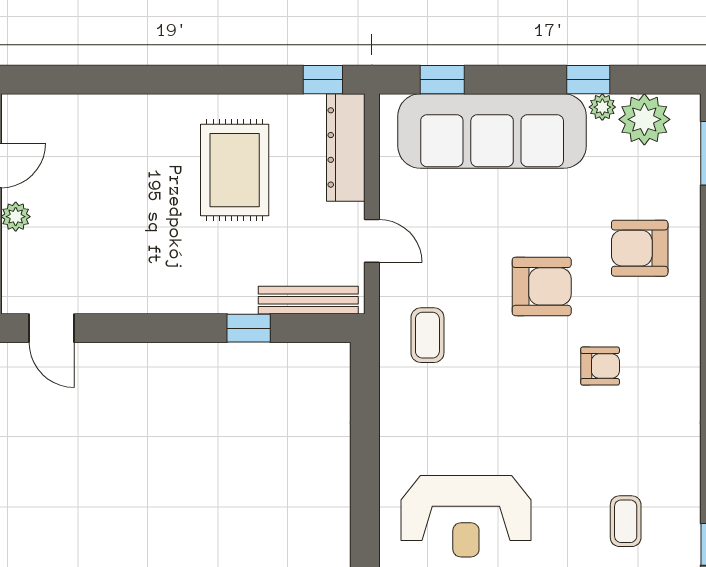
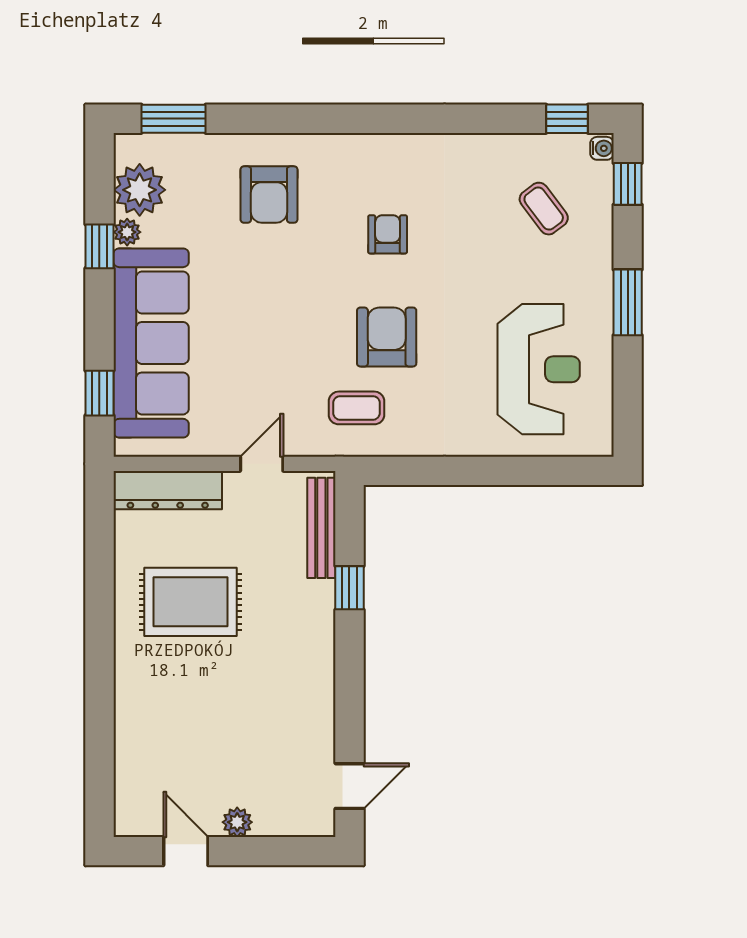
window: (323, 80) -> (99, 513), removed
armchair: (542, 286) -> (387, 337), moved
coffee table: (626, 521) -> (544, 209), turned 53

